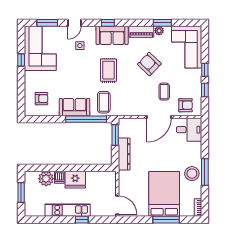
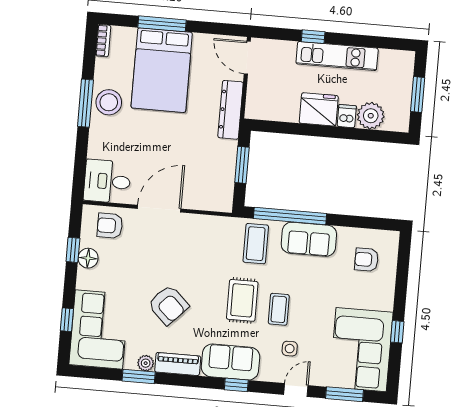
window: (205, 70) -> (67, 320), moved
floor lamp: (196, 86) -> (88, 258), added
coffee table: (164, 92) -> (279, 309), moved
window: (115, 135) -> (242, 165), moved
dresser: (124, 154) -> (231, 110), moved

